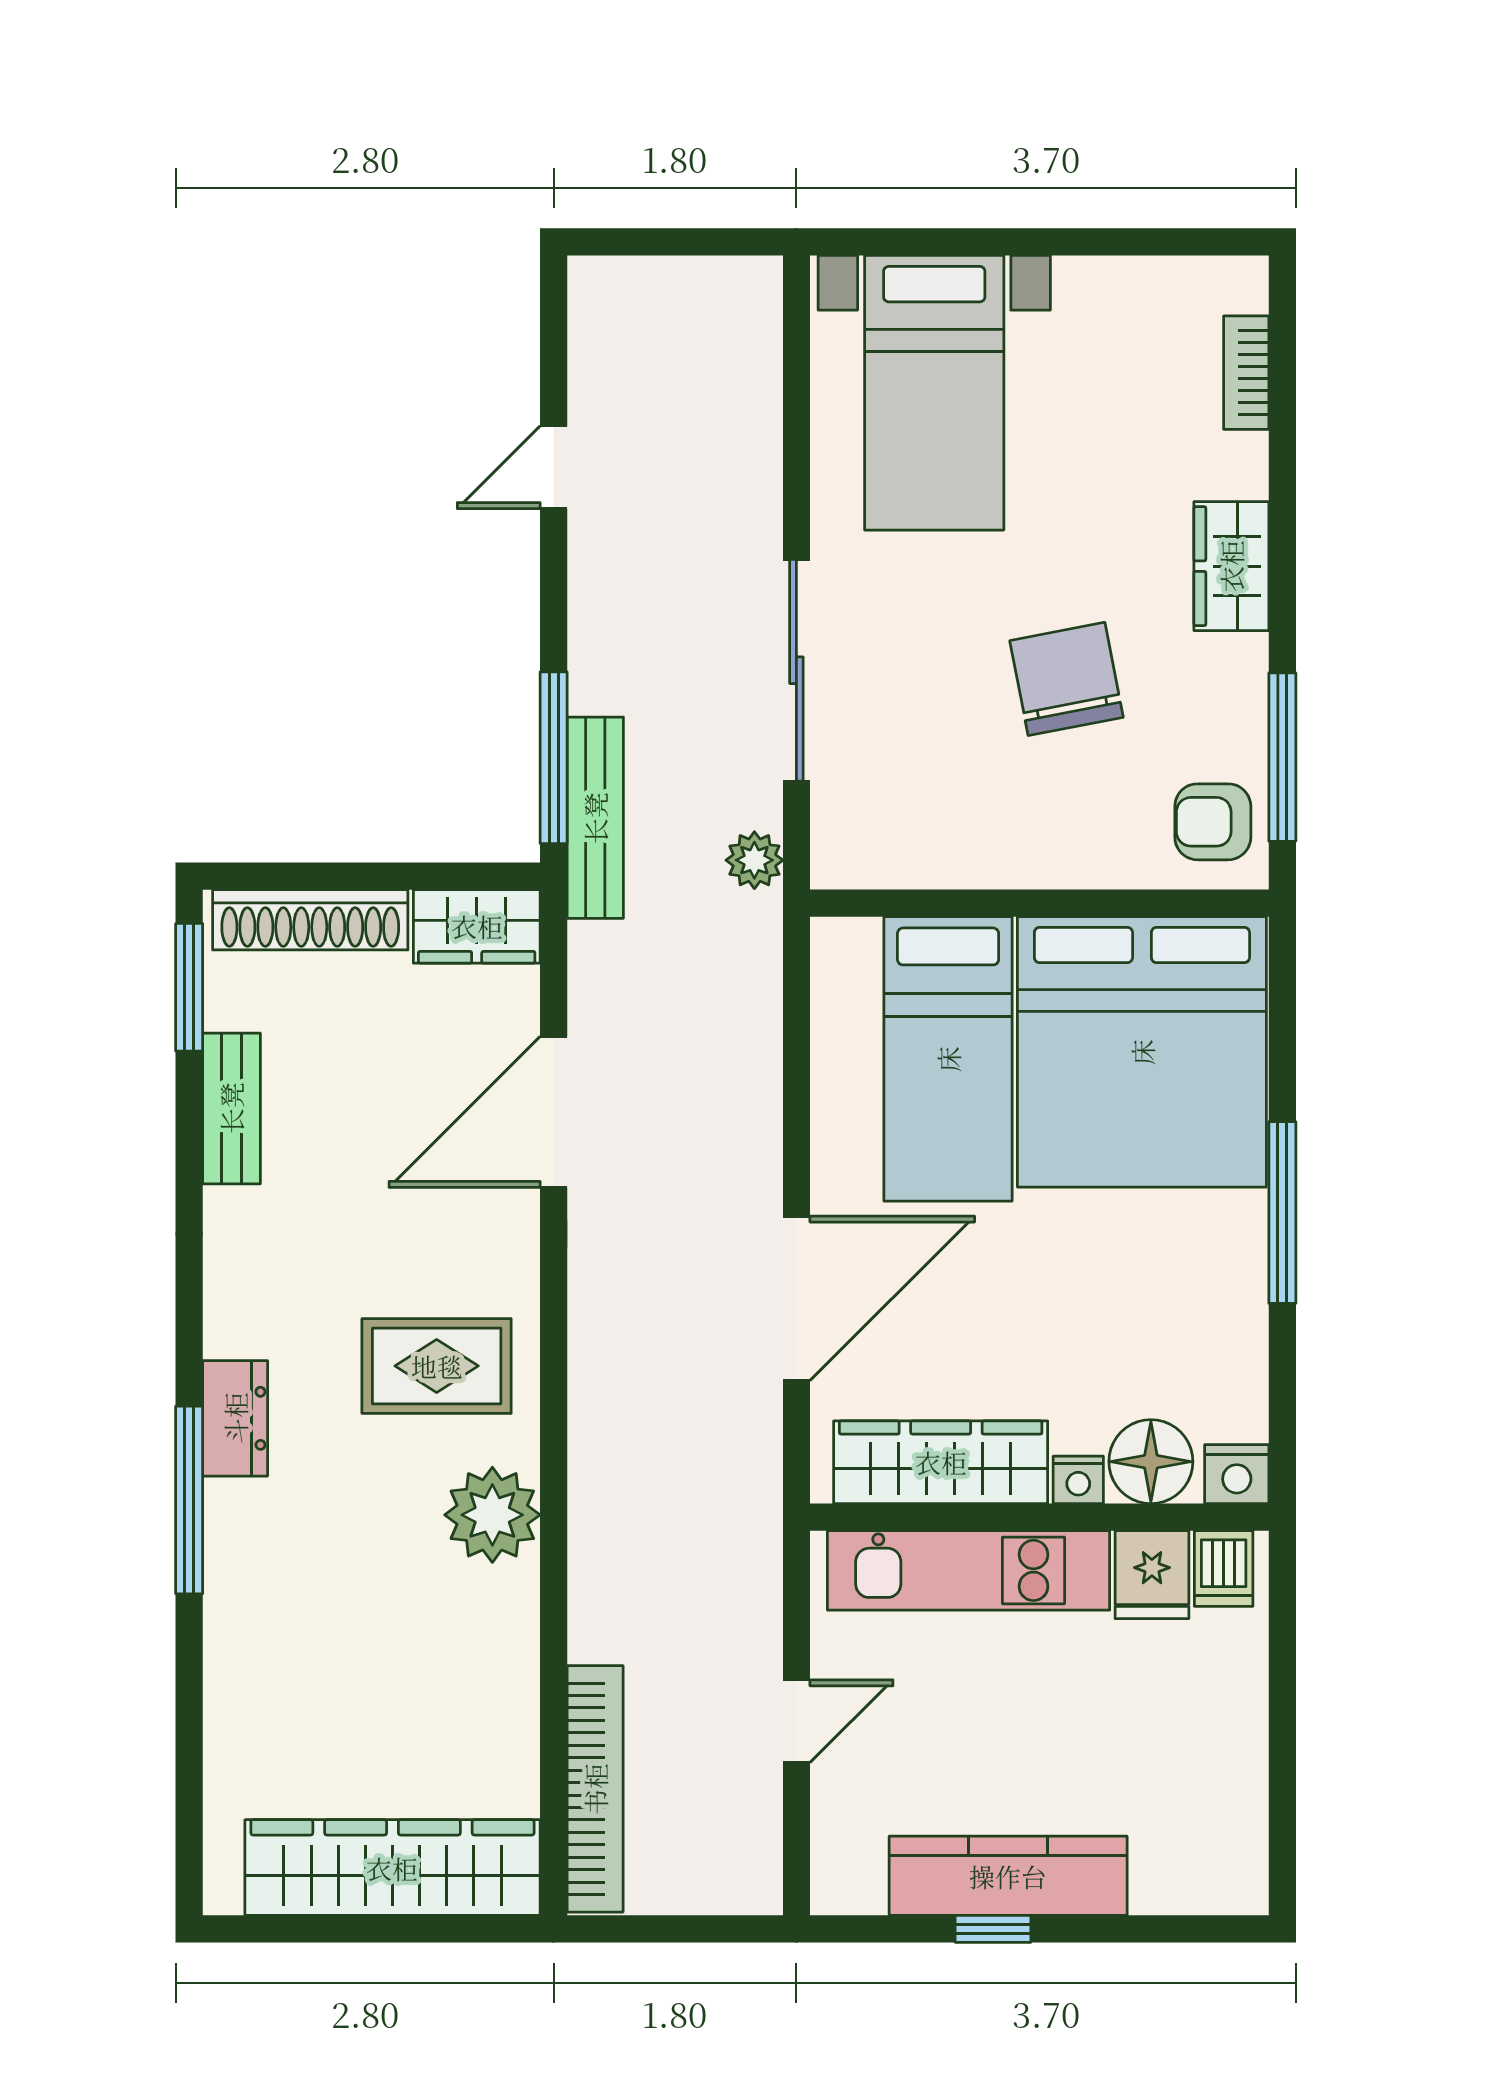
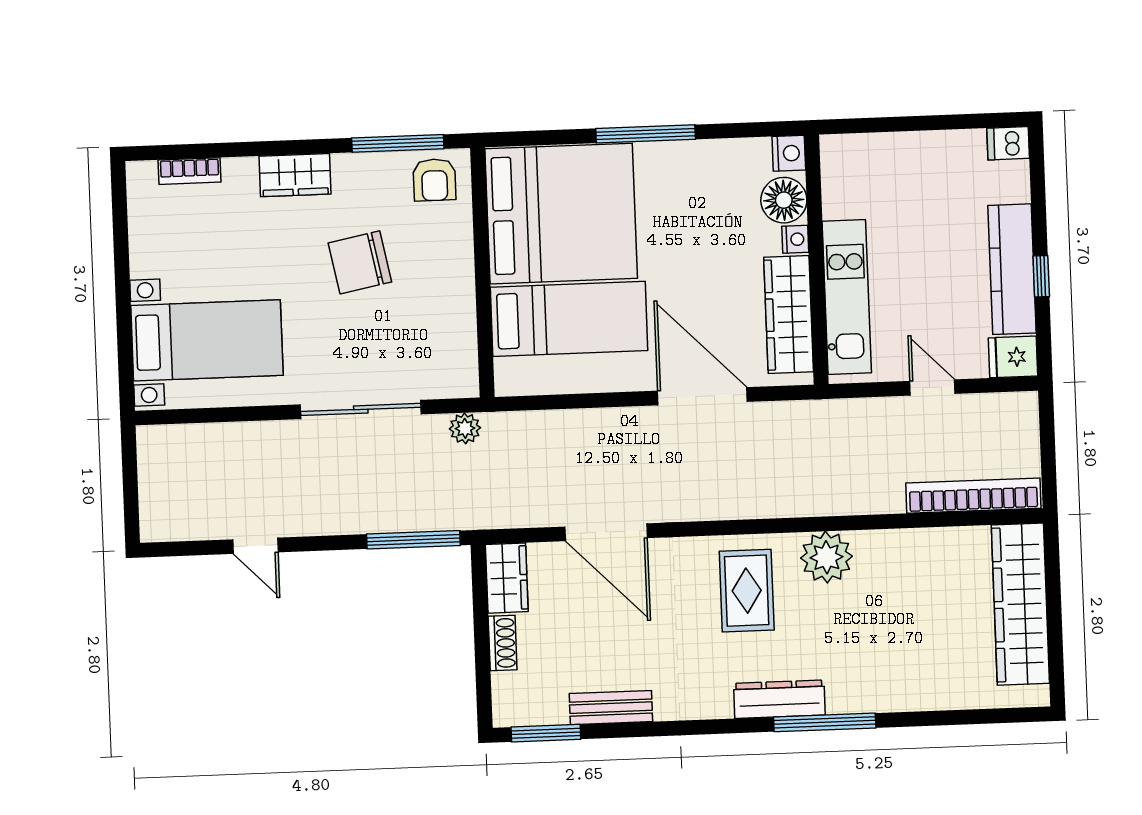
bench: (595, 818) -> (445, 516), removed
shoe rack: (310, 920) -> (503, 643), width x0.51, depth x0.81
dresser: (235, 1418) -> (779, 699), width x1.44
dishwasher: (1224, 1569) -> (1008, 143), moved, turned 180
fridge: (1152, 1575) -> (1013, 357), moved, turned 180

